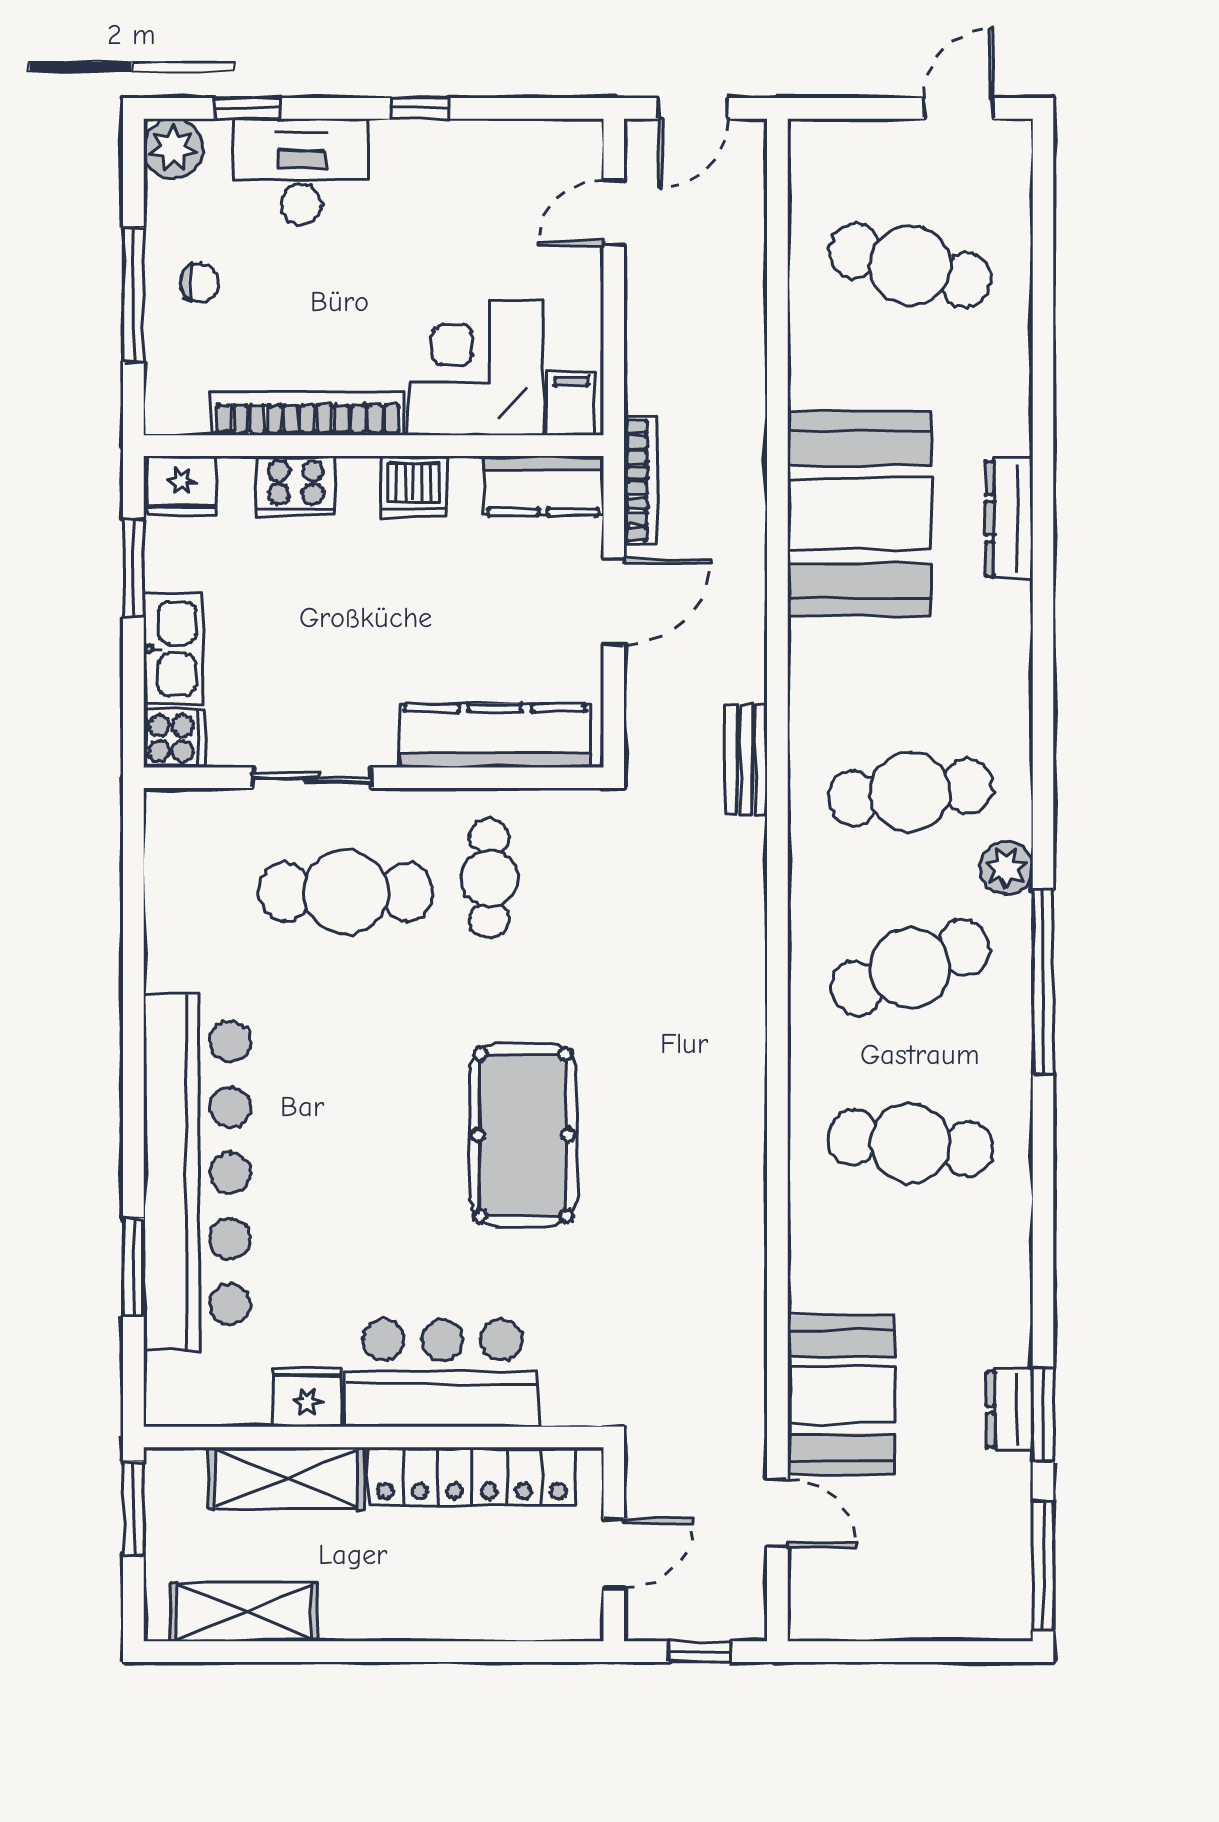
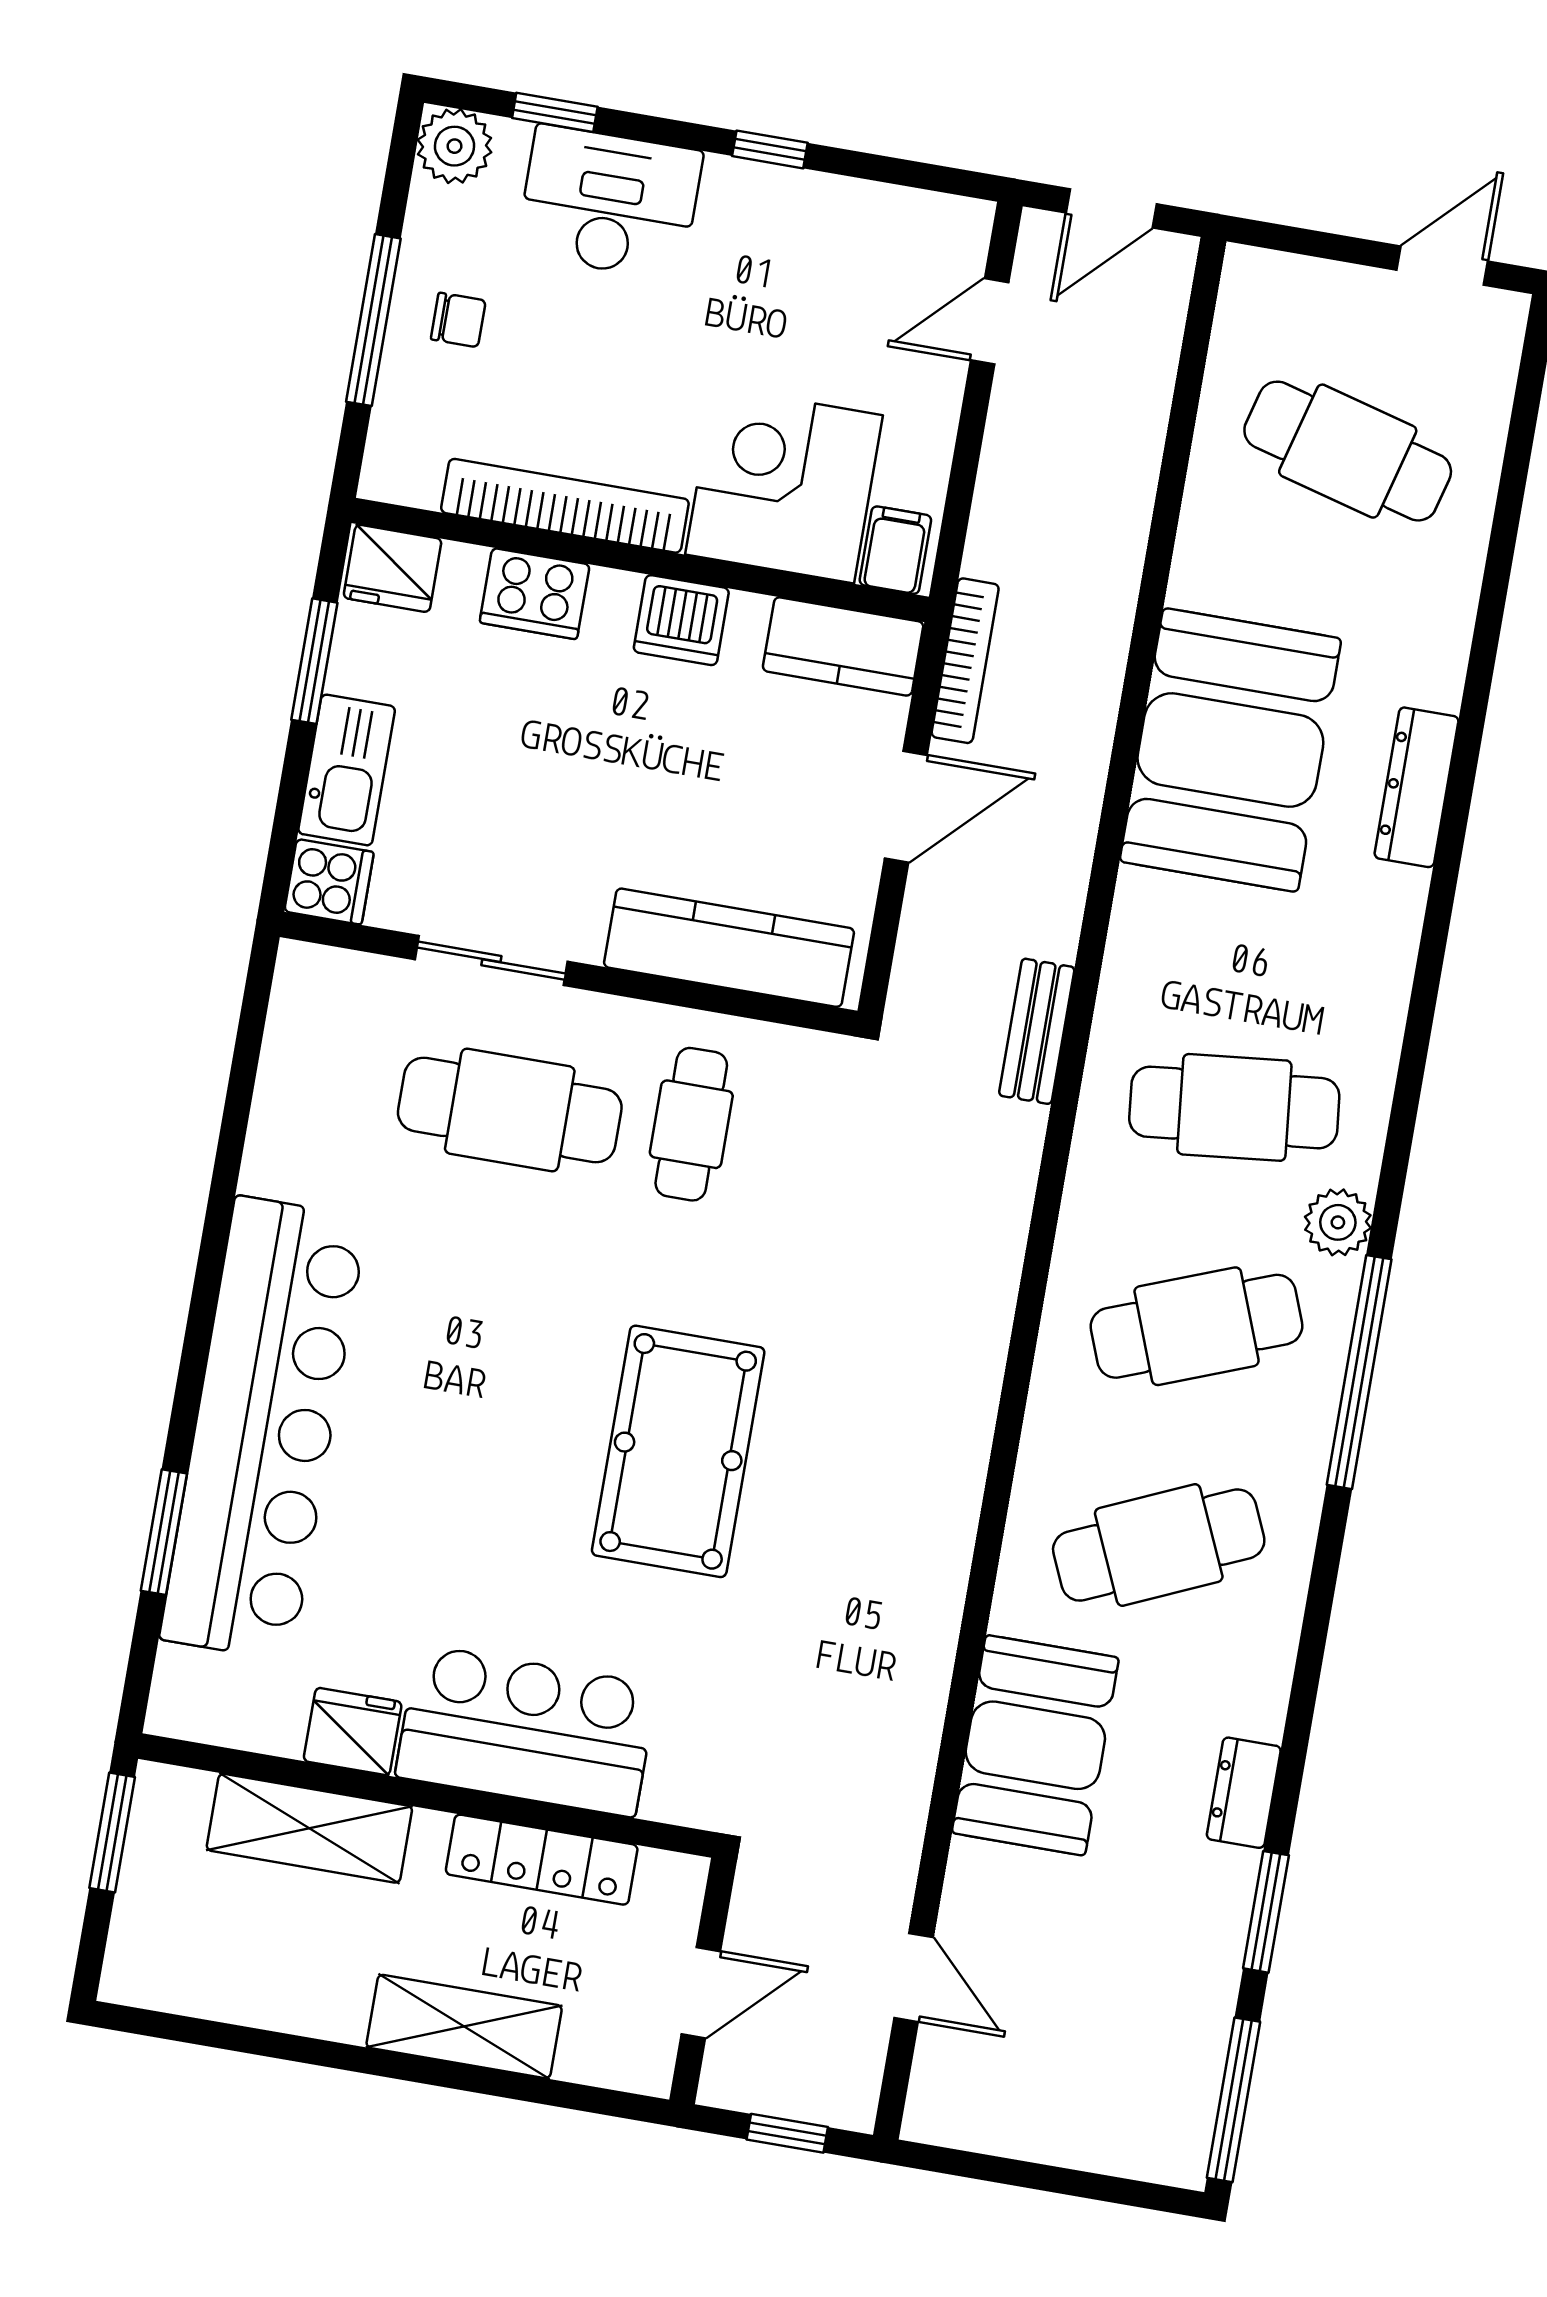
cafe table: (910, 1143) -> (1159, 1545), turned -30
booth: (841, 1395) -> (1035, 1745), moved
dresser: (1010, 1410) -> (1244, 1793), moved
locker: (472, 1477) -> (542, 1860), width x0.71, depth x0.83
shelving: (244, 1612) -> (464, 2027), moved

